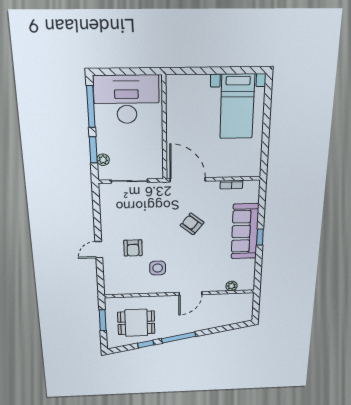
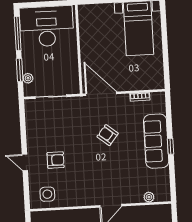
armchair: (133, 248) -> (56, 160), turned -90
door: (99, 250) -> (25, 162), hinge flipped
side table: (158, 268) -> (47, 194), moved

